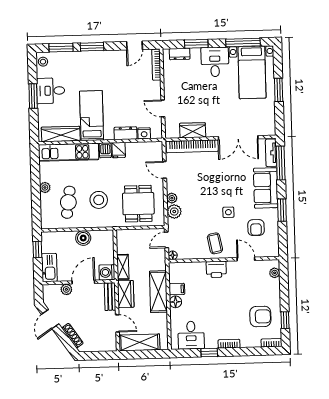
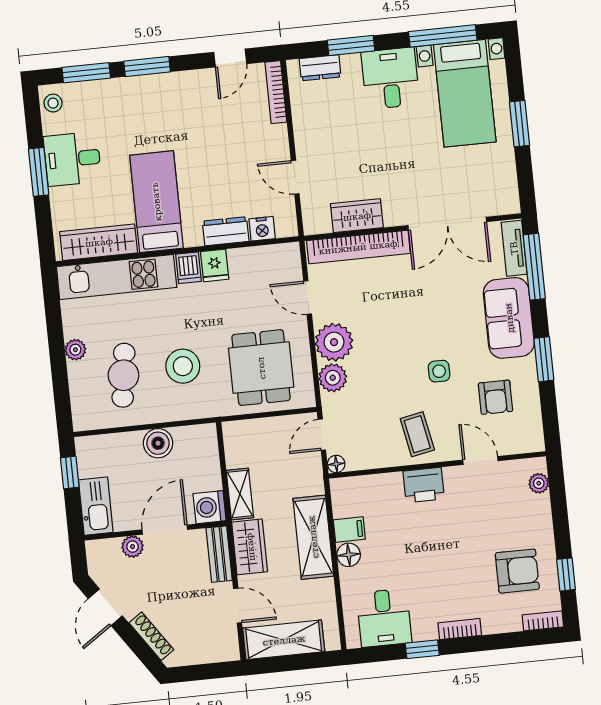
plant: (172, 198) -> (334, 342), width x1.87, depth x1.87

